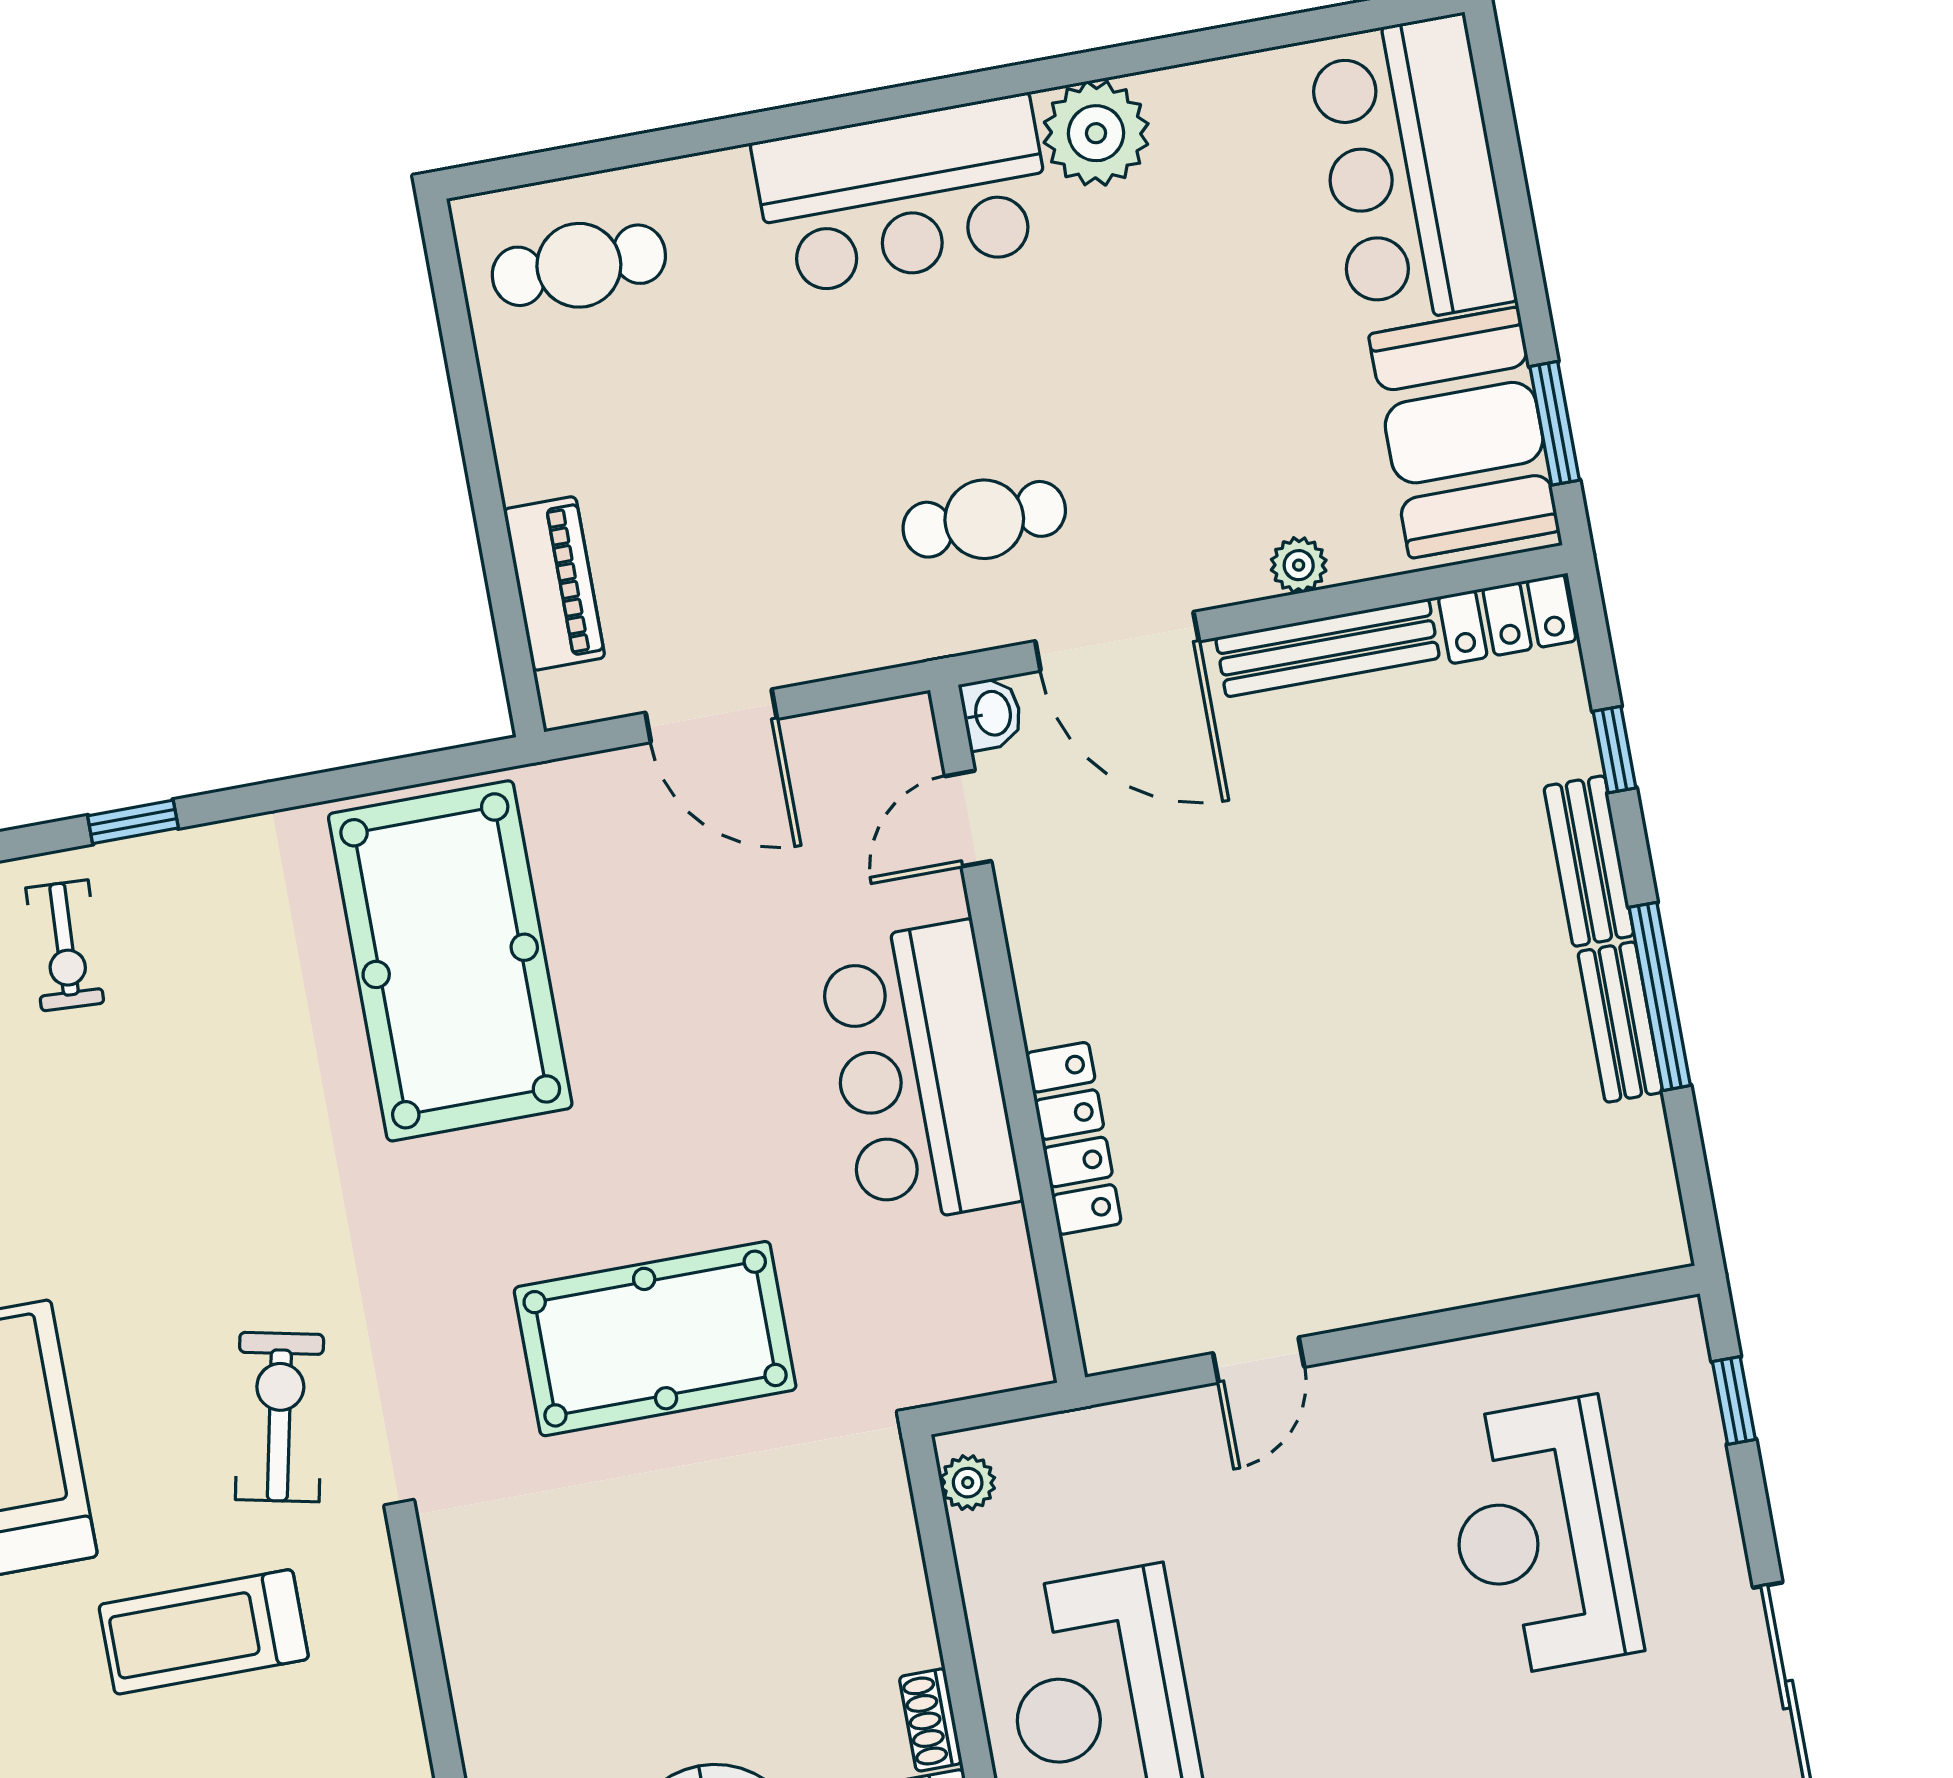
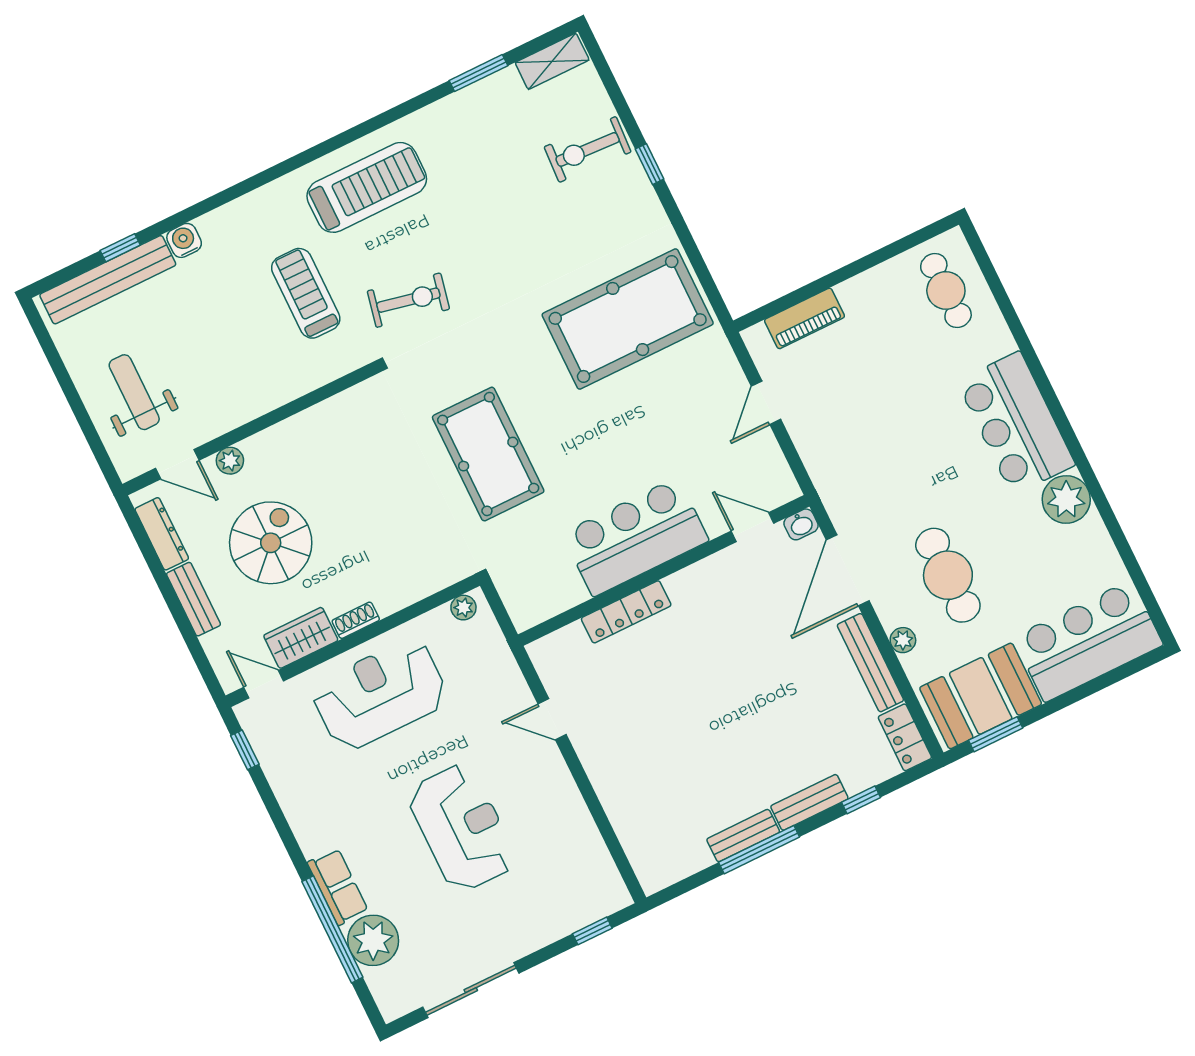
cafe table: (984, 519) -> (948, 575), moved, width x1.37, depth x1.35
door: (711, 716) -> (766, 403), width x0.73
exercise bike: (65, 945) -> (588, 149), width x1.38, depth x1.39
reception desk: (1541, 1537) -> (462, 828), moved, turned 90

